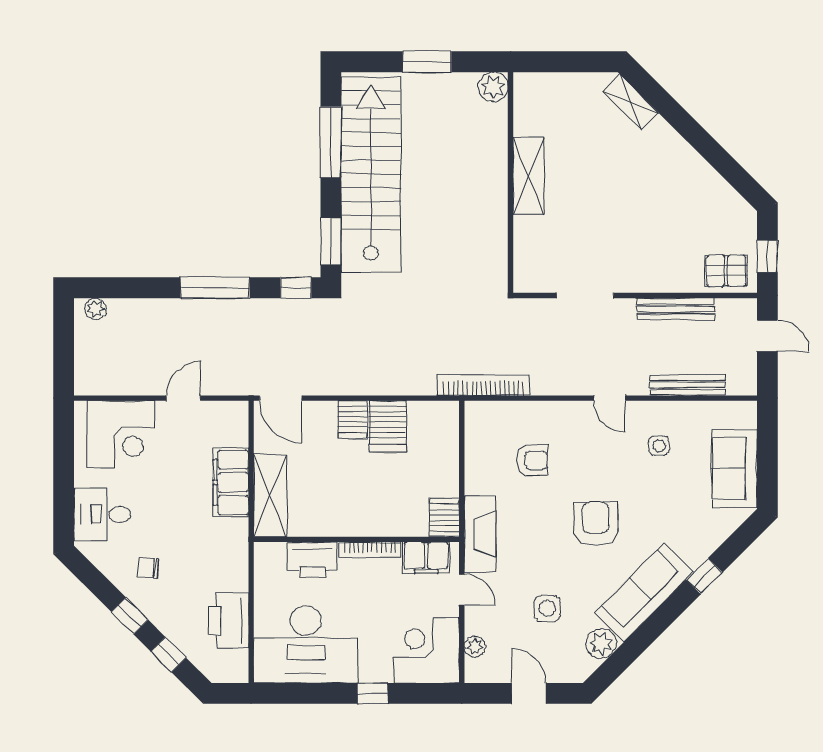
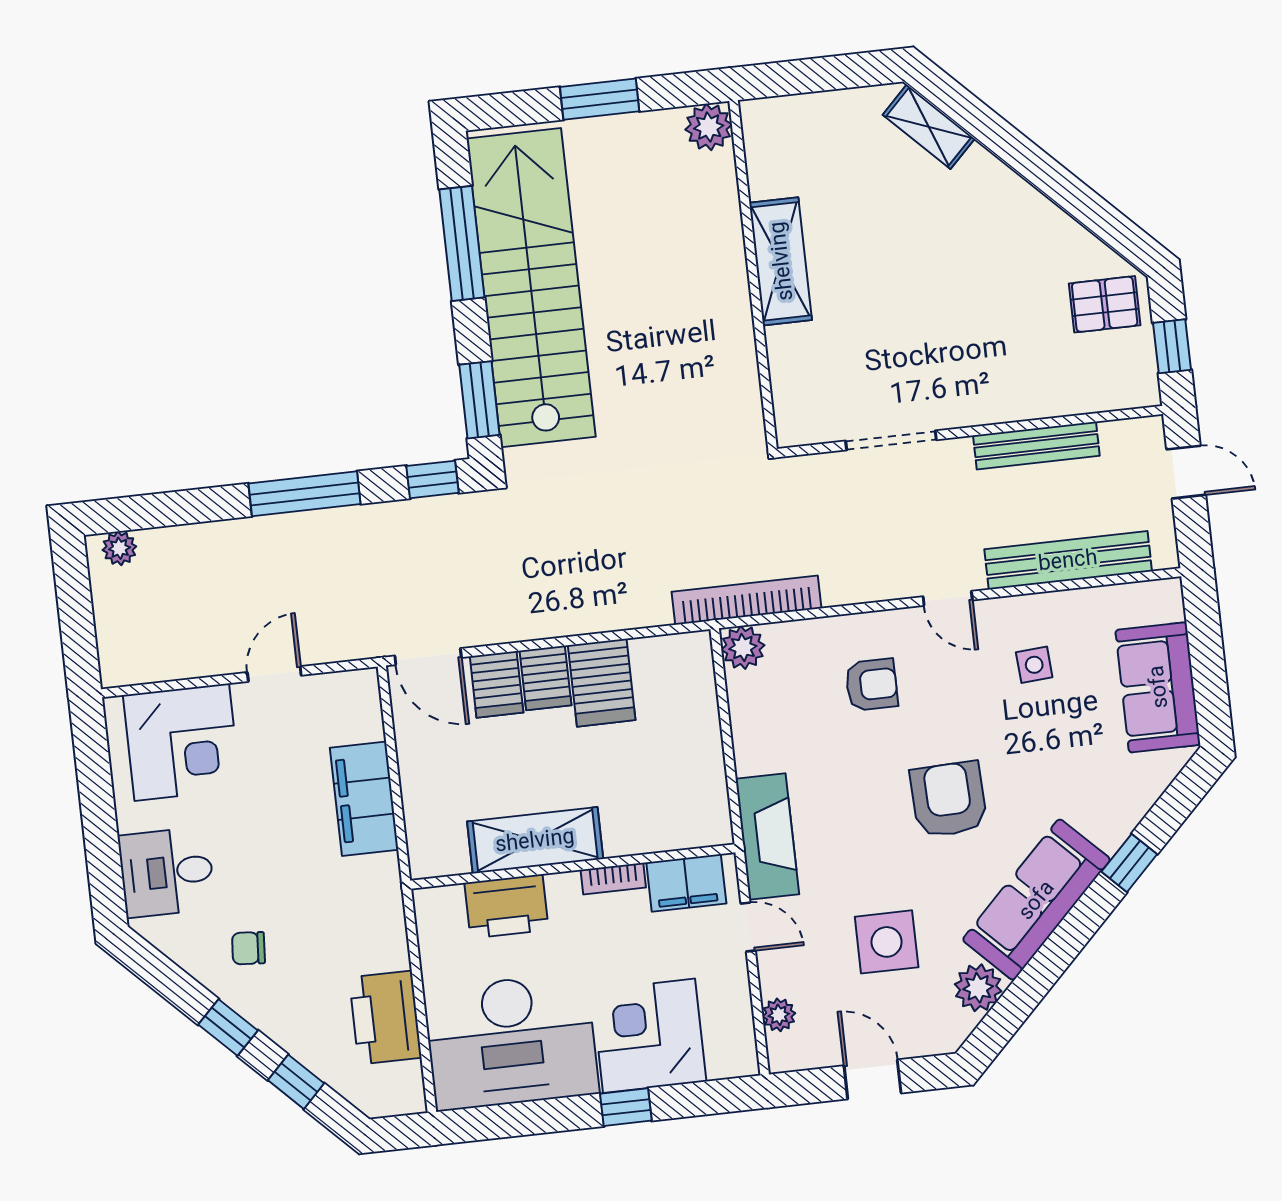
pallet: (726, 271) -> (1105, 304), moved
bench: (687, 385) -> (1068, 560), width x1.37, depth x1.21
plant: (478, 414) -> (743, 647), added
armchair: (532, 460) -> (872, 685), moved
shelving: (270, 496) -> (535, 840), moved, turned 90
server rack: (444, 517) -> (497, 684), moved, turned 180
bookcase: (370, 550) -> (613, 879), width x0.64
side table: (547, 609) -> (887, 942), width x1.37, depth x1.37
corner desk: (427, 651) -> (649, 1036), moved

